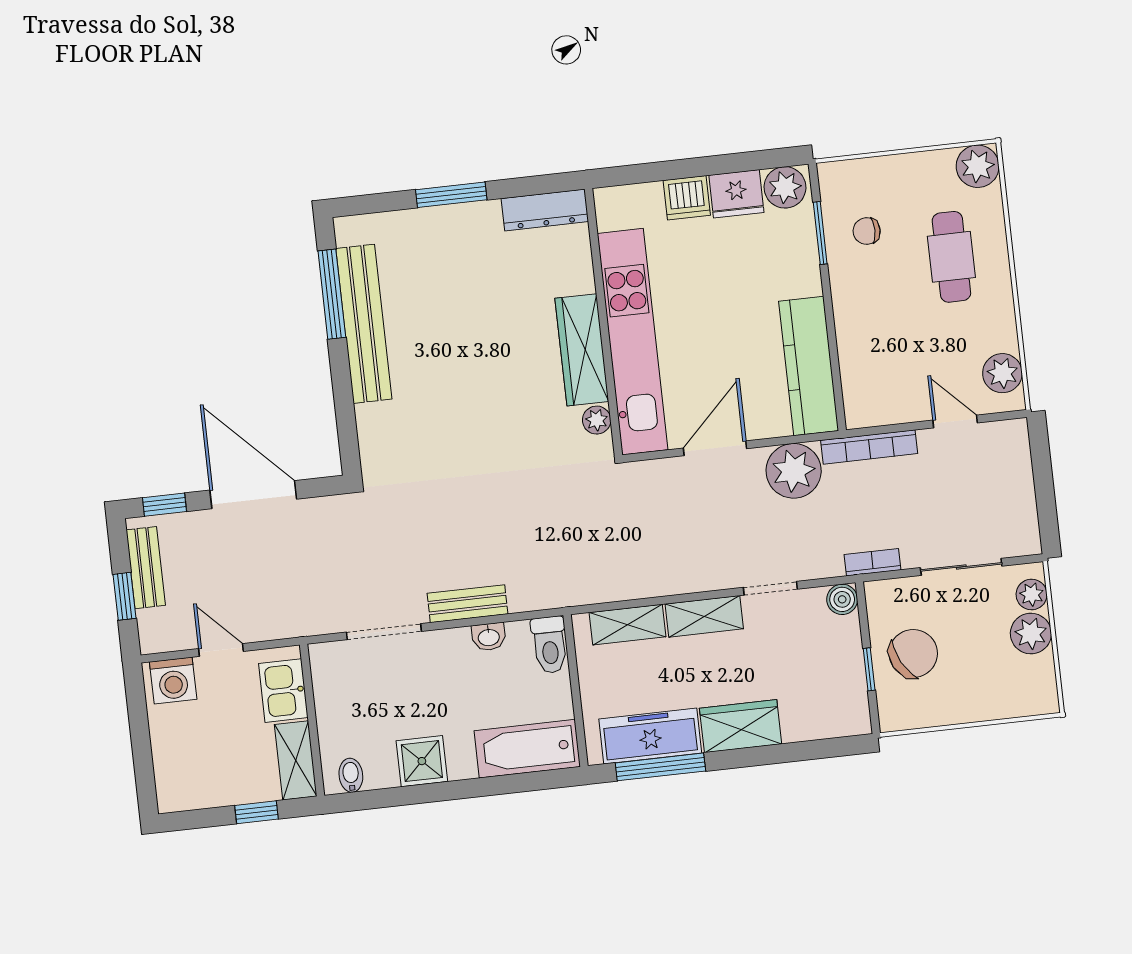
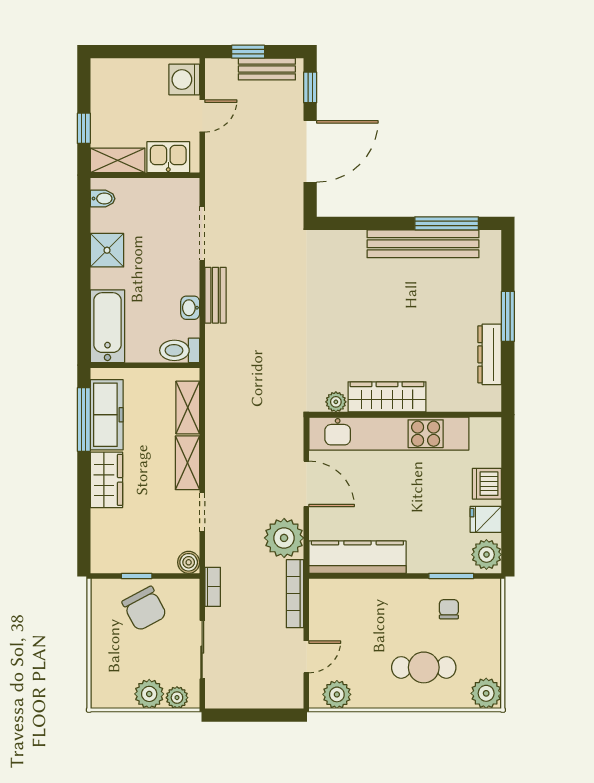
fridge: (736, 194) -> (486, 519), width x0.72
dresser: (545, 210) -> (490, 354), moved

